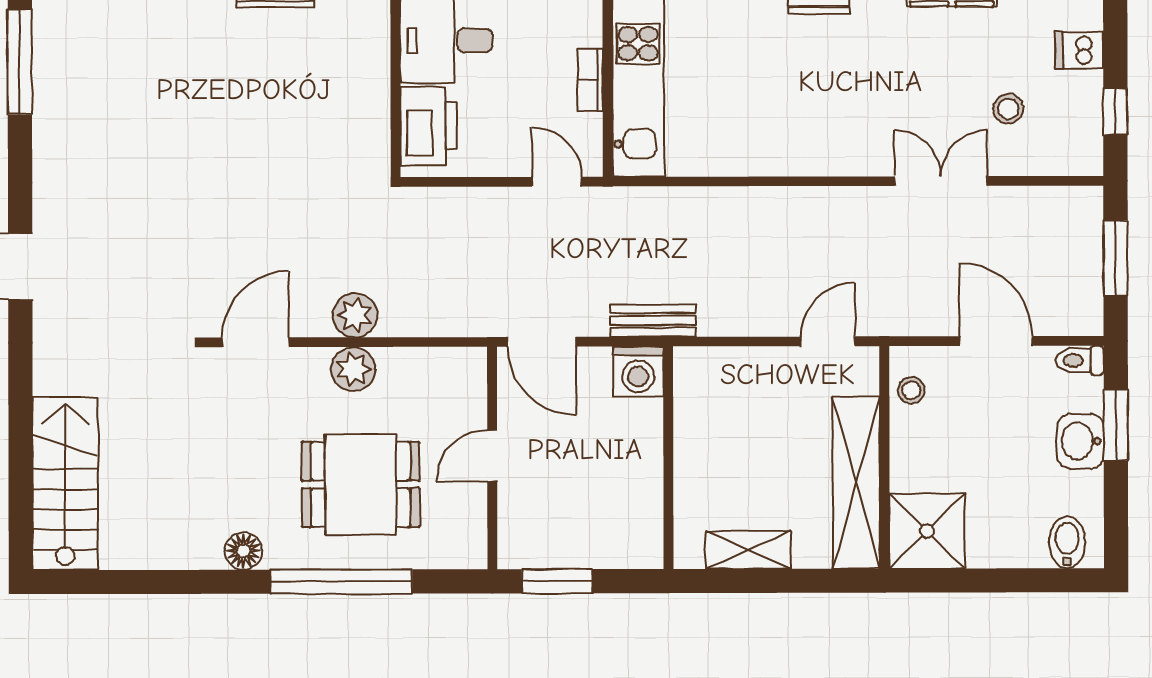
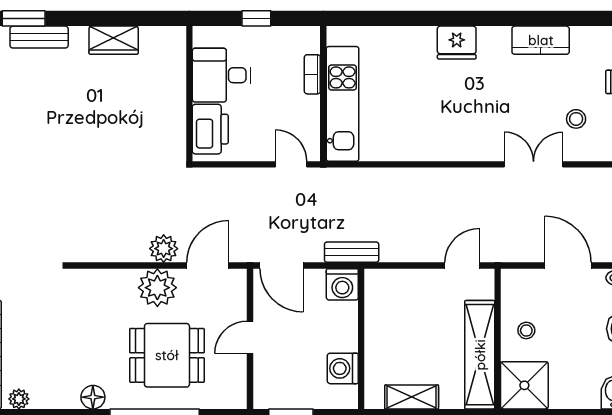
bookcase: (590, 80) -> (312, 74), moved
door: (256, 342) -> (208, 266), moved
plant: (353, 369) -> (157, 288), width x1.36, depth x1.36
stool: (911, 390) -> (526, 330), moved
washing machine: (639, 505) -> (343, 368), added
plant: (126, 554) -> (19, 399), added

